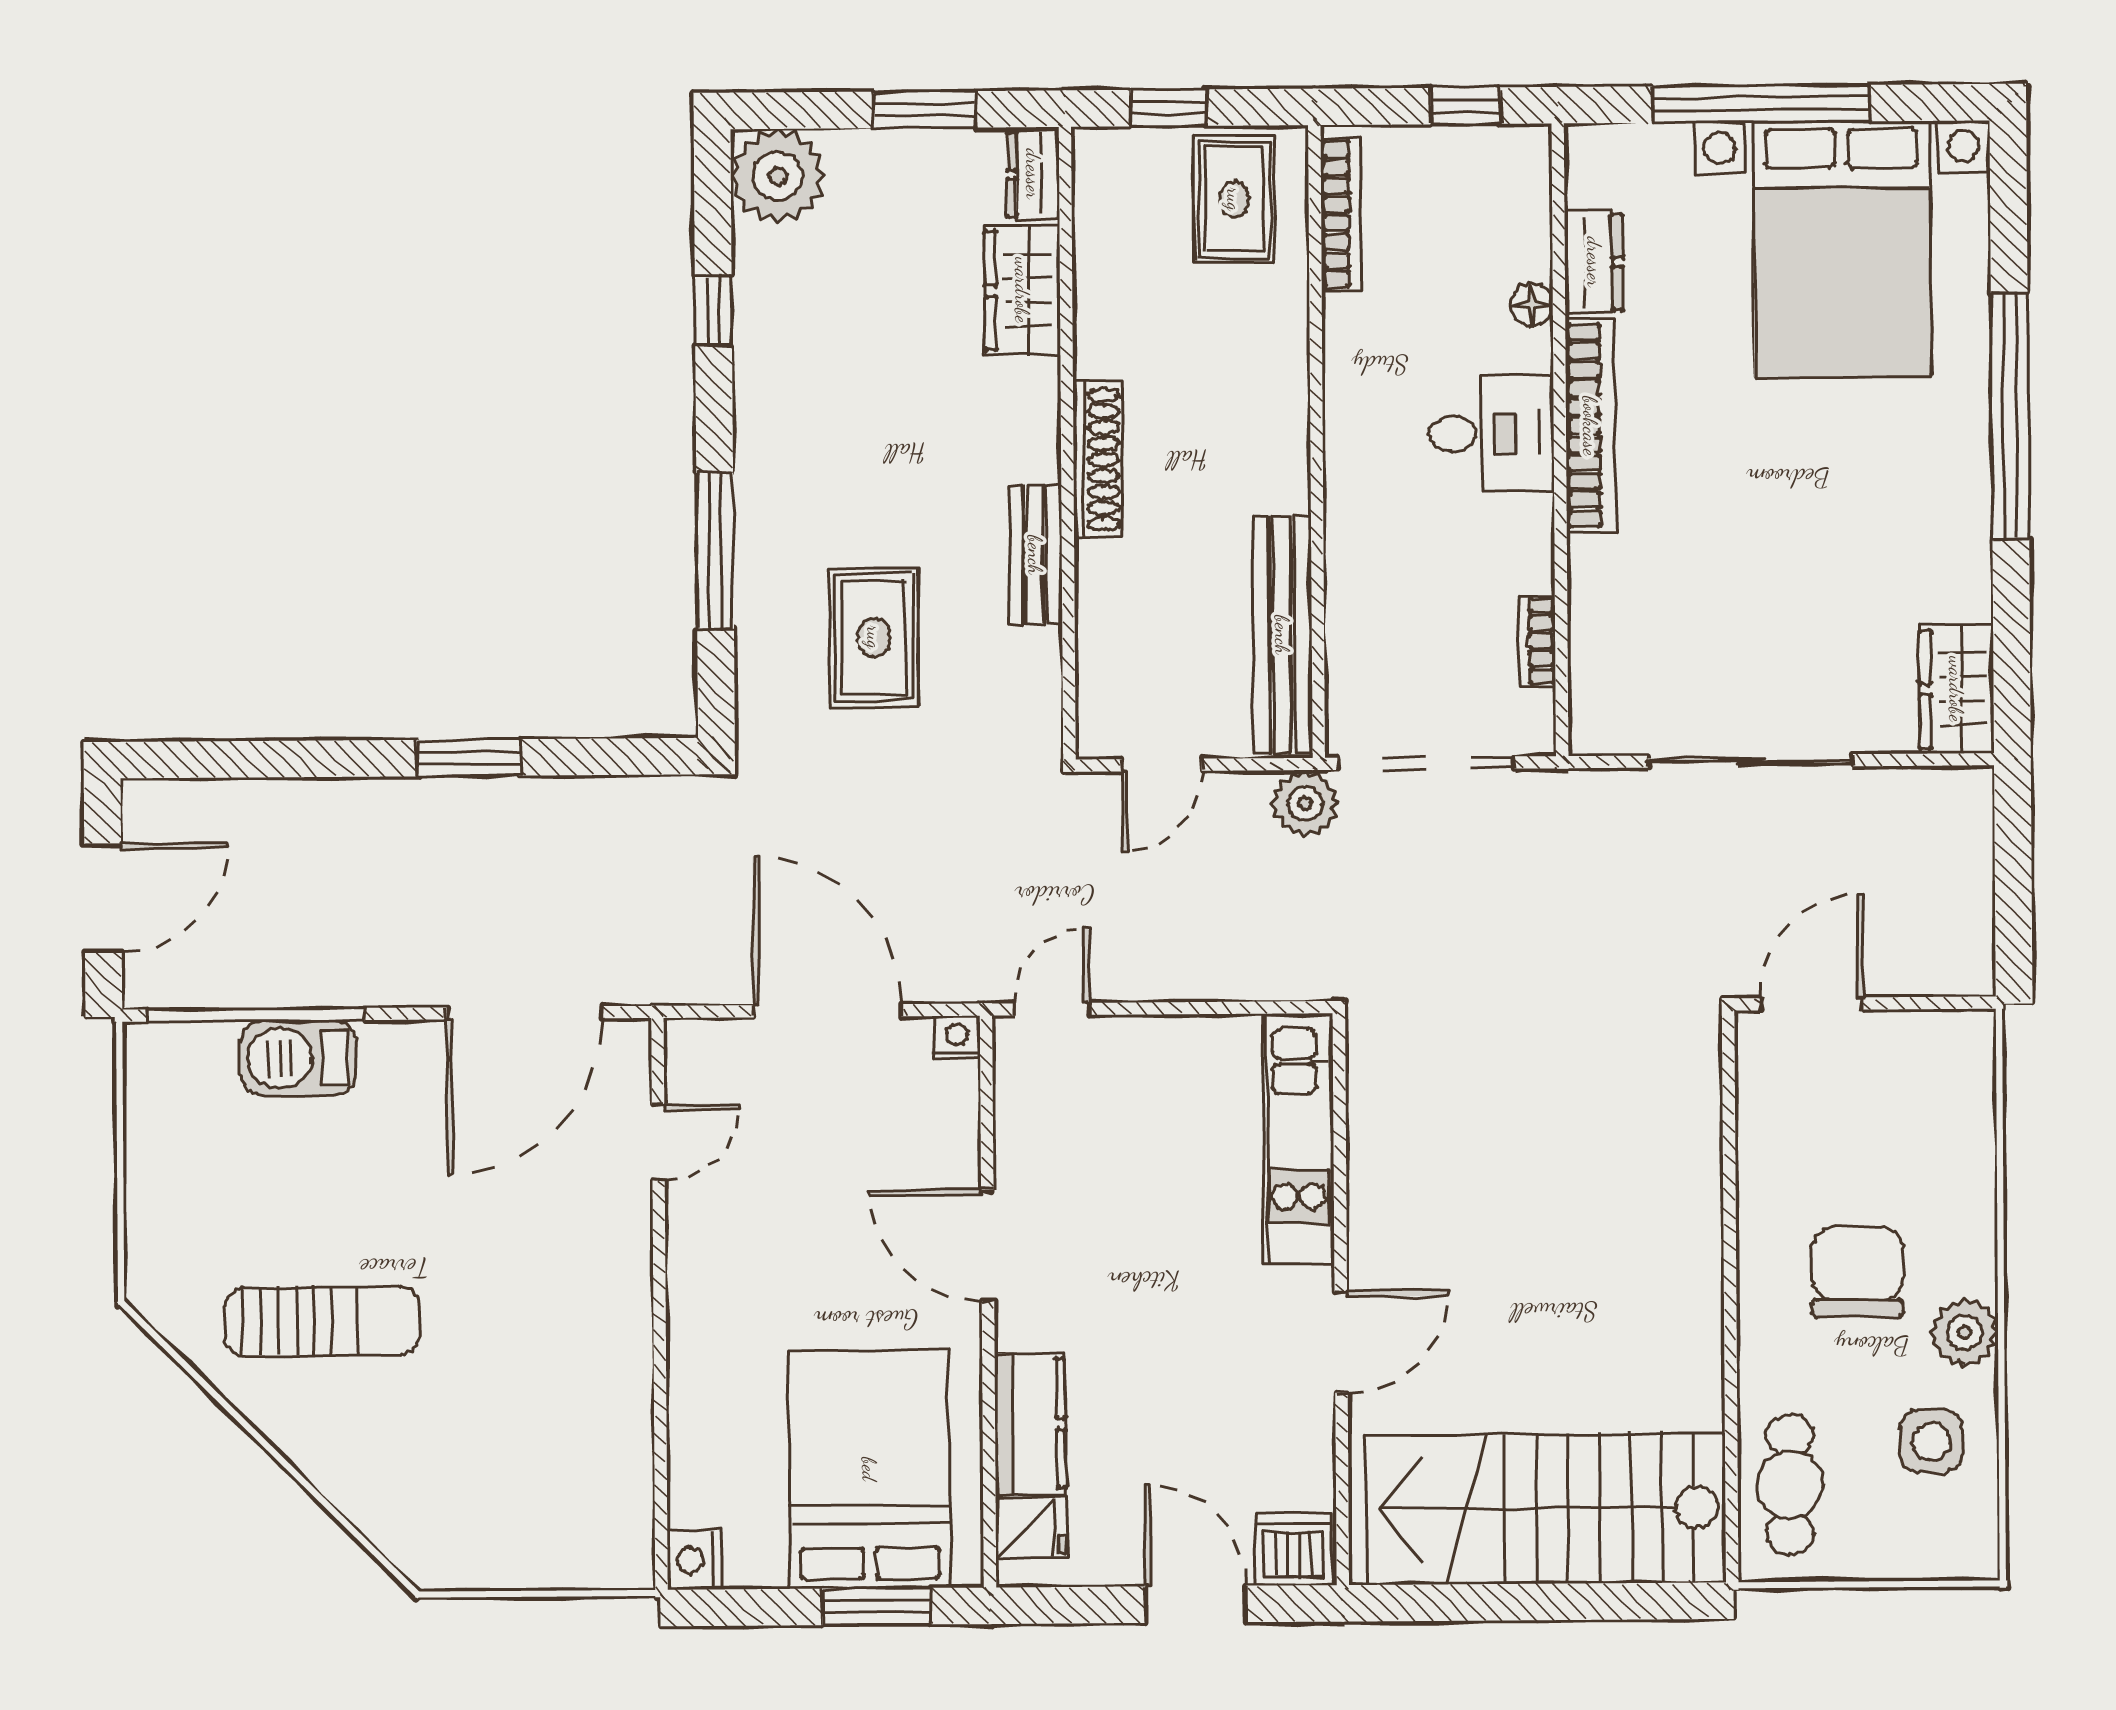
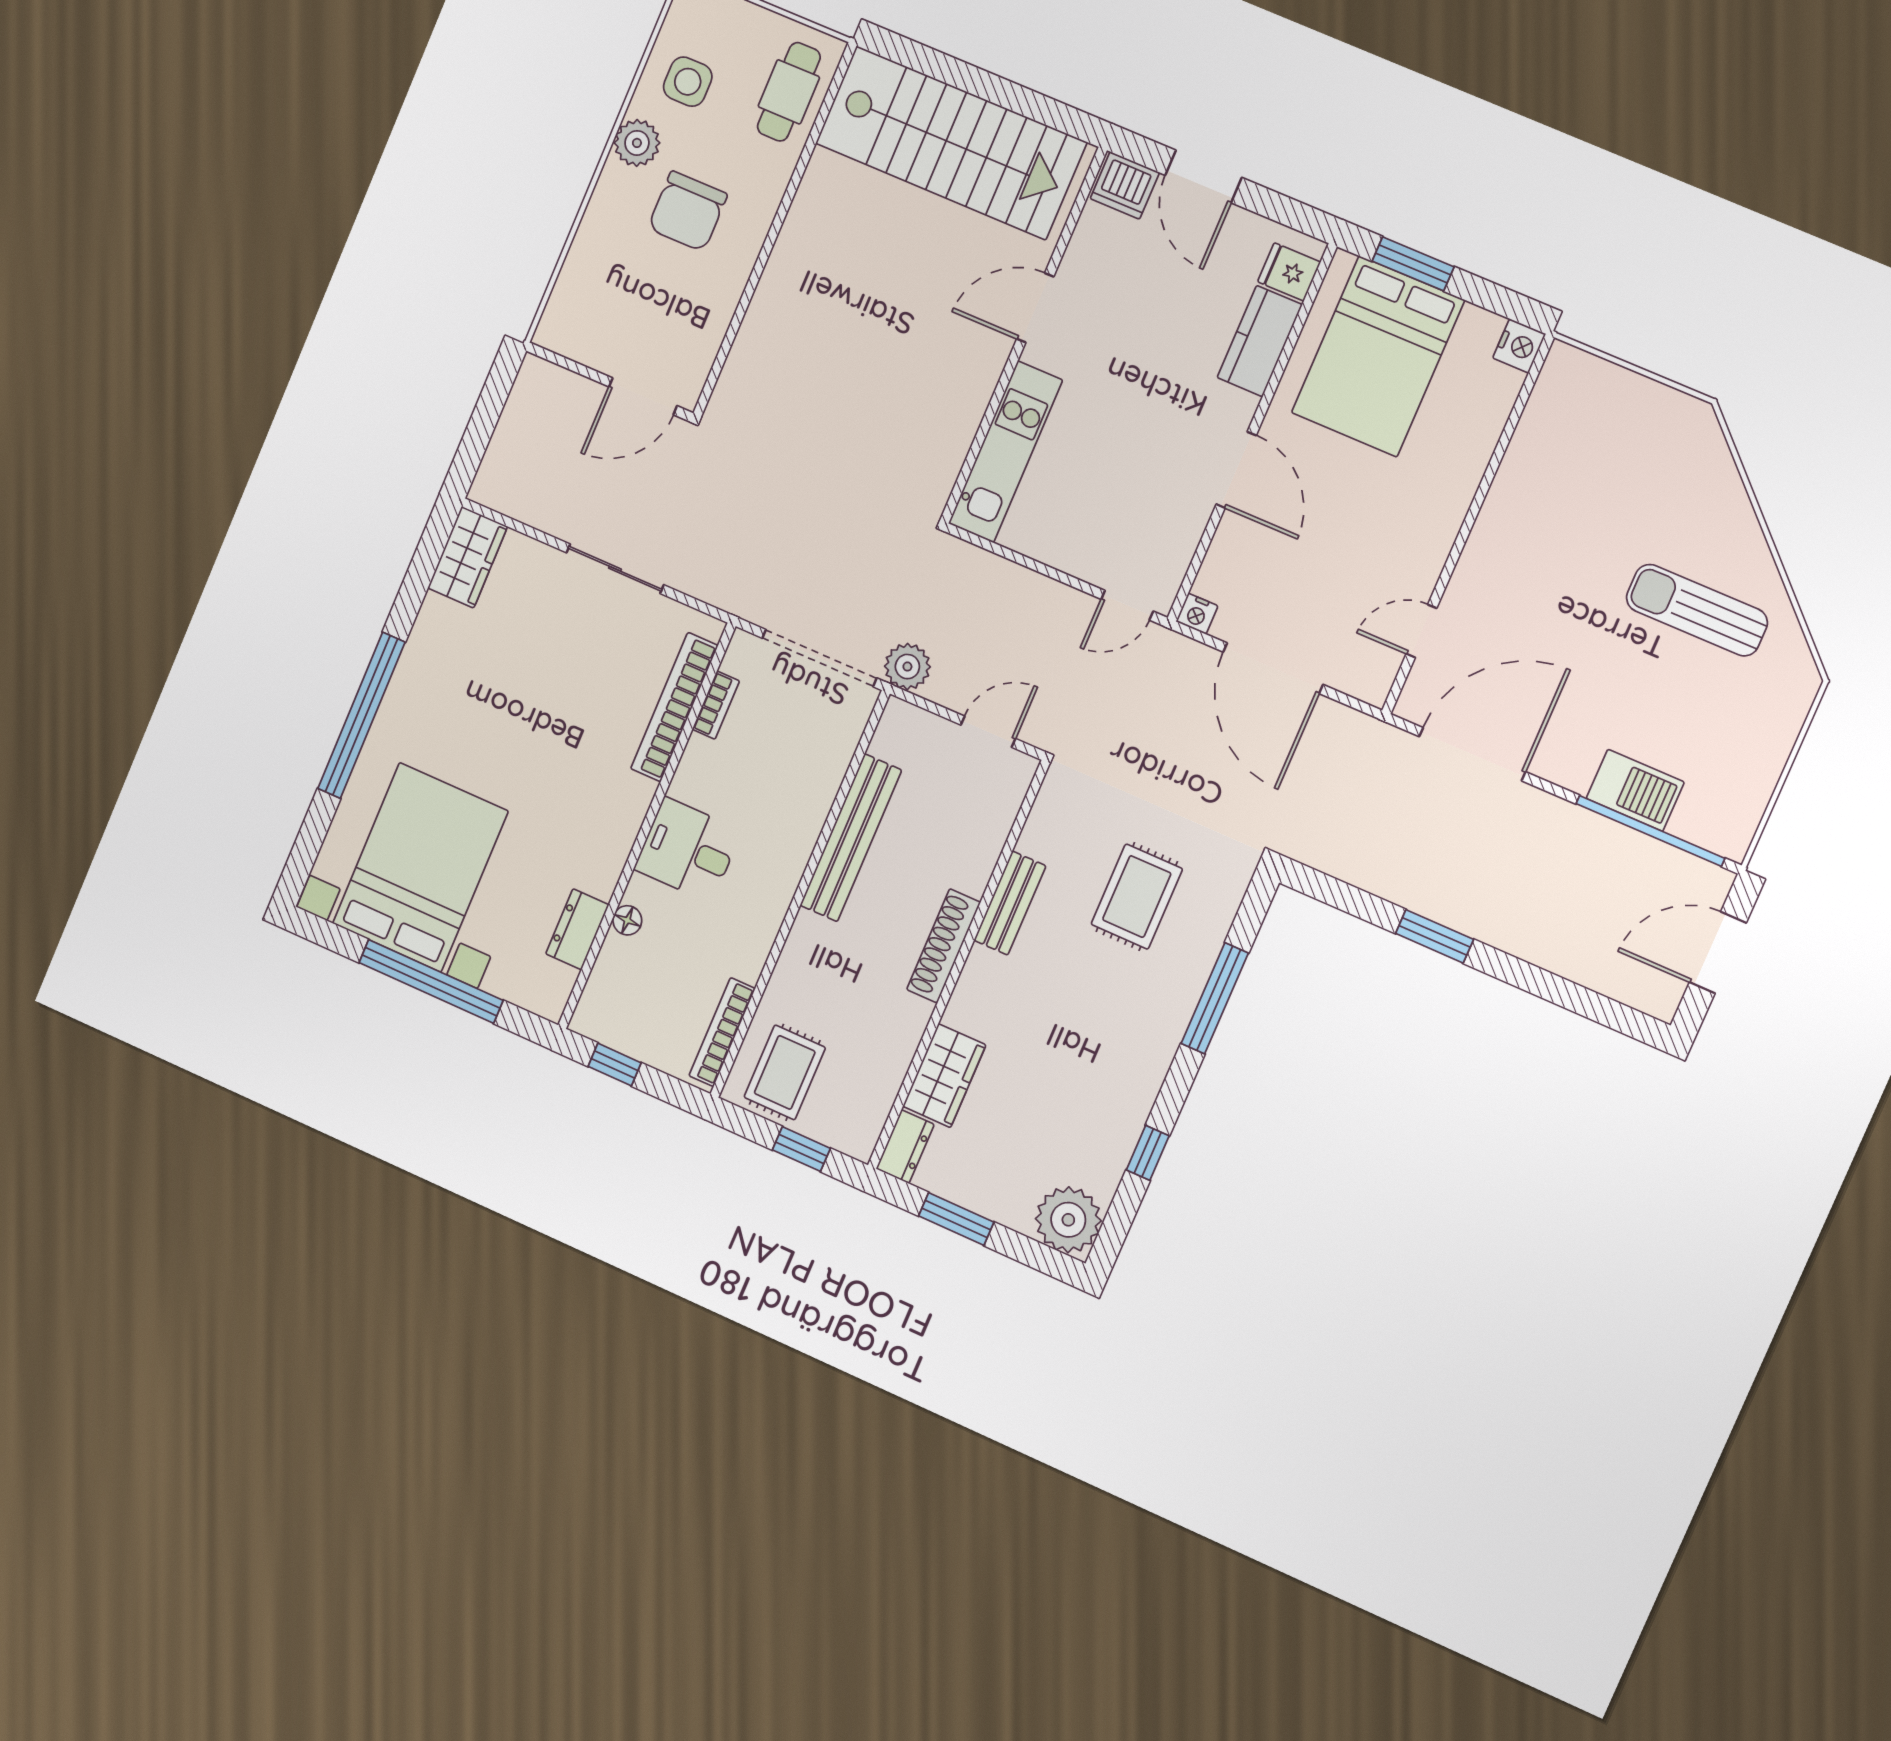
bookcase: (1590, 426) -> (674, 707), moved
bench: (1282, 635) -> (851, 838), moved
sliding door: (1750, 761) -> (615, 569), width x0.73

